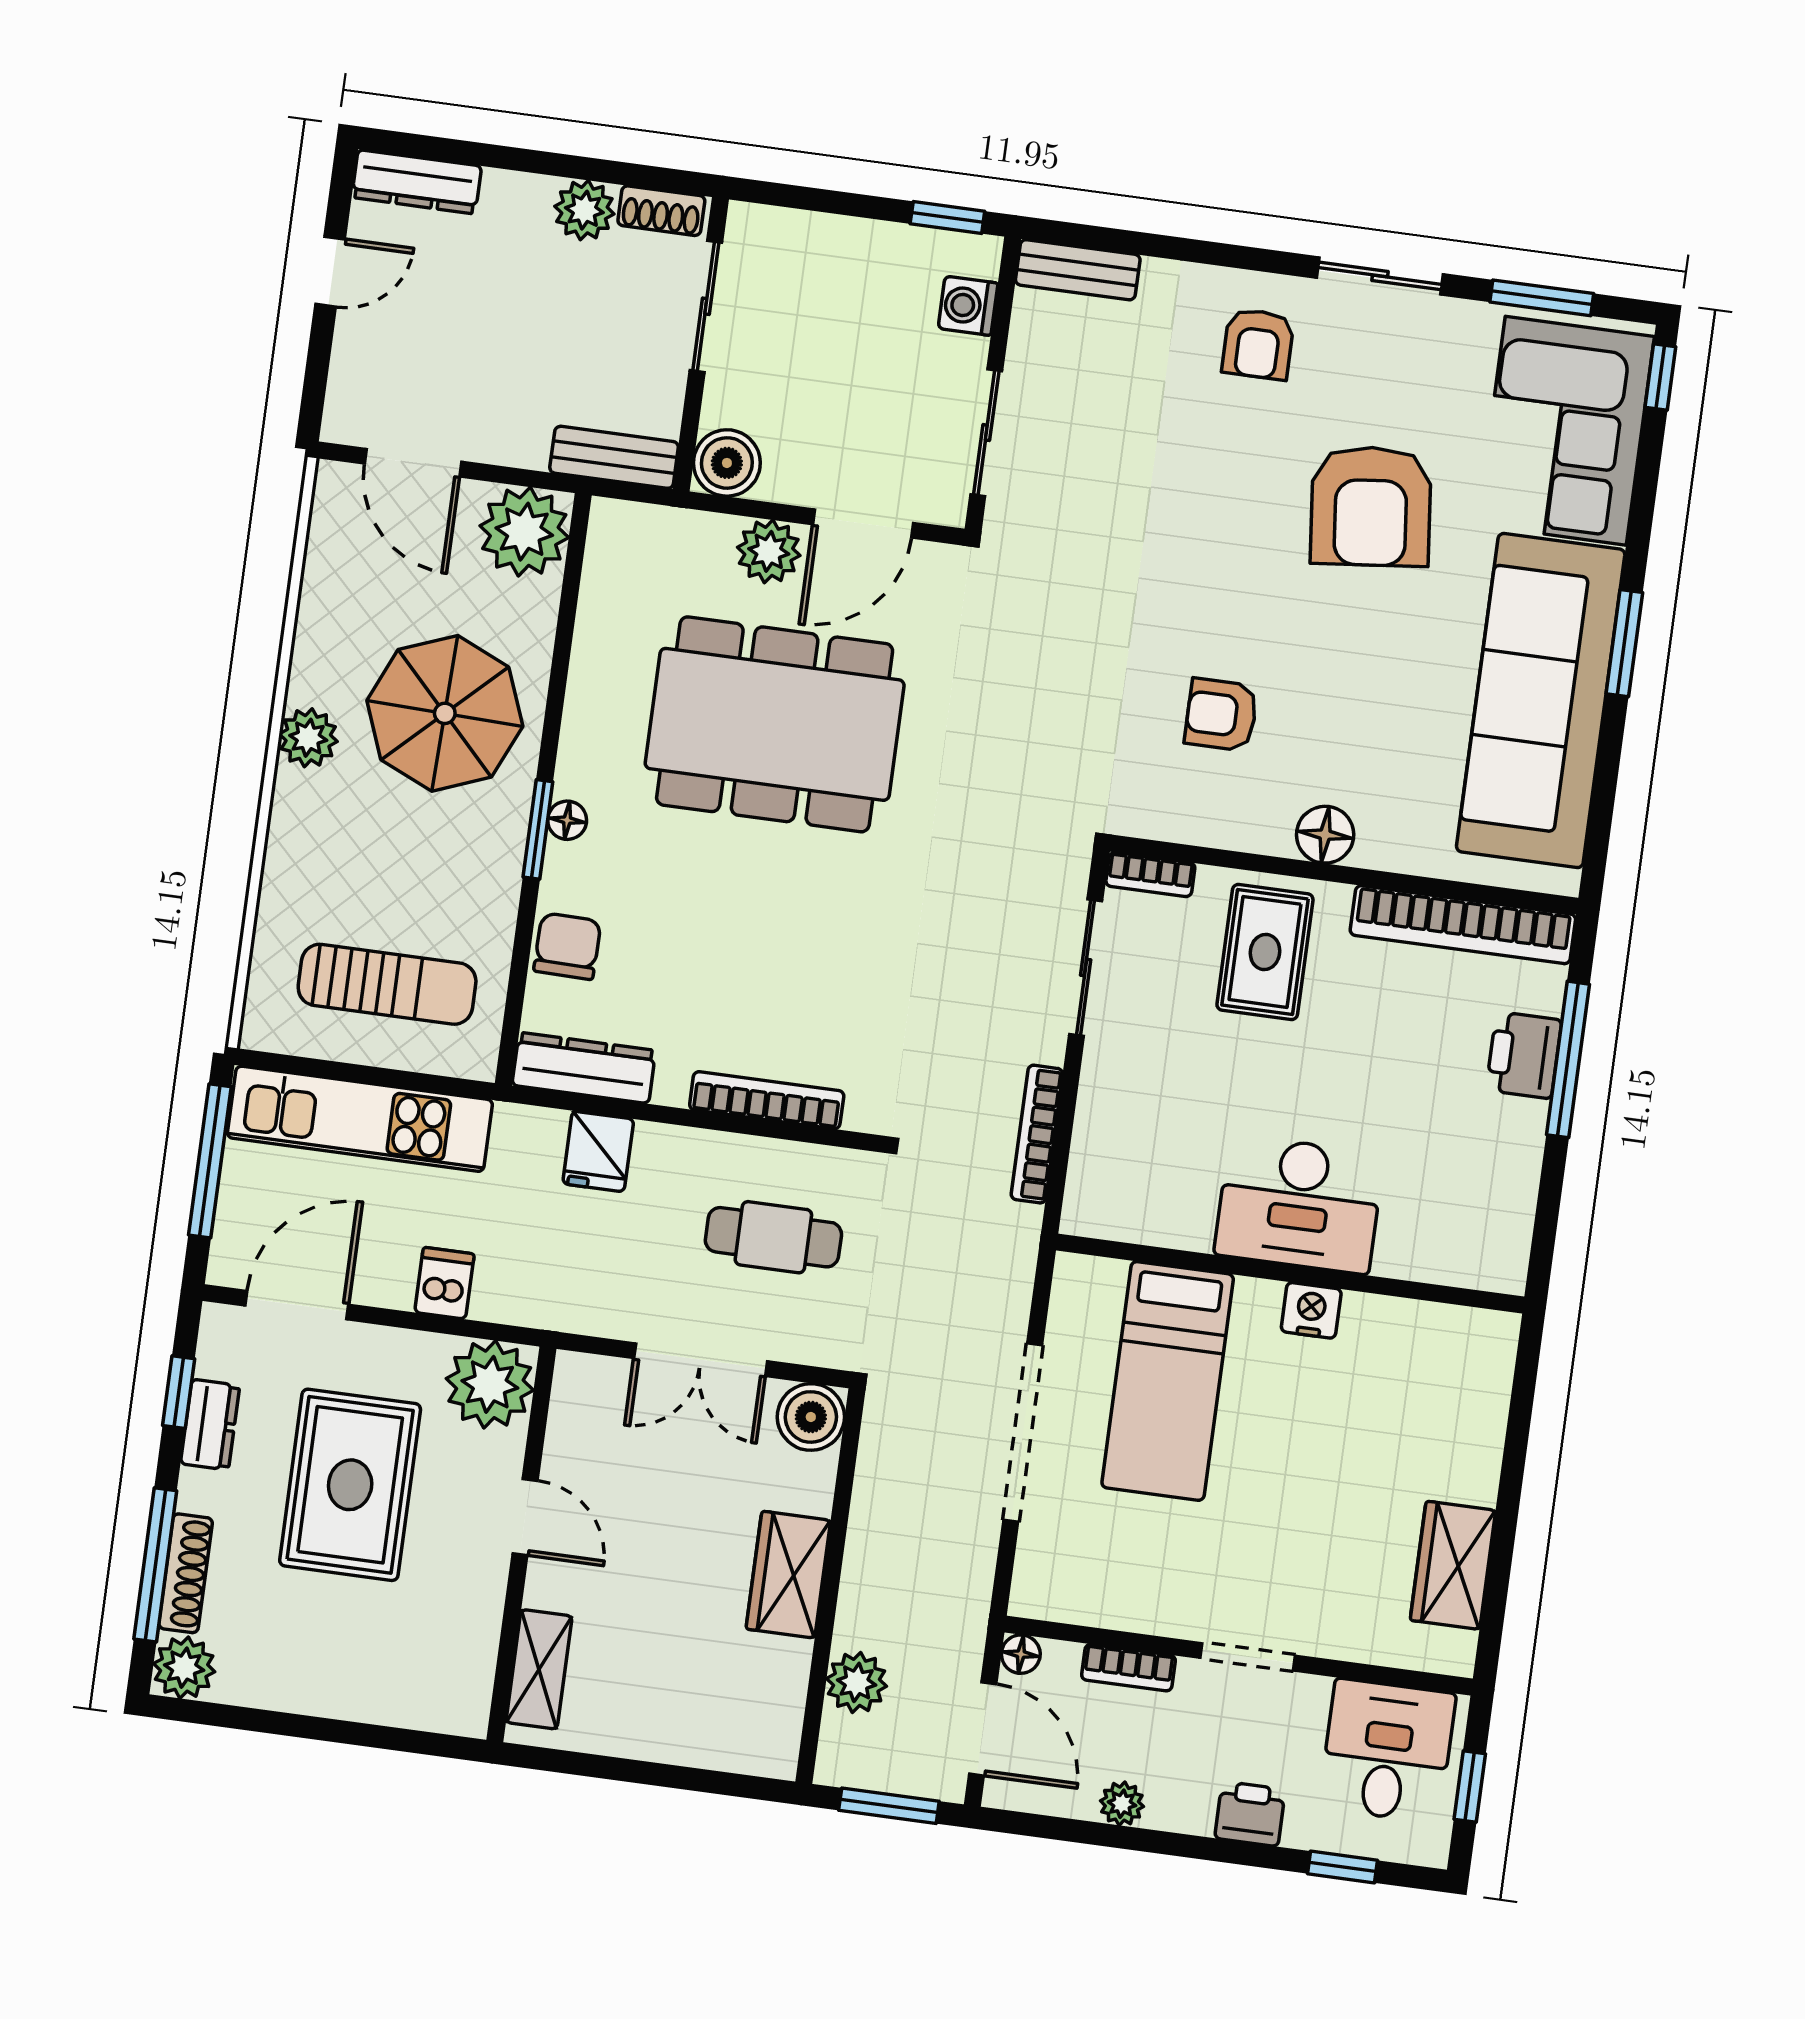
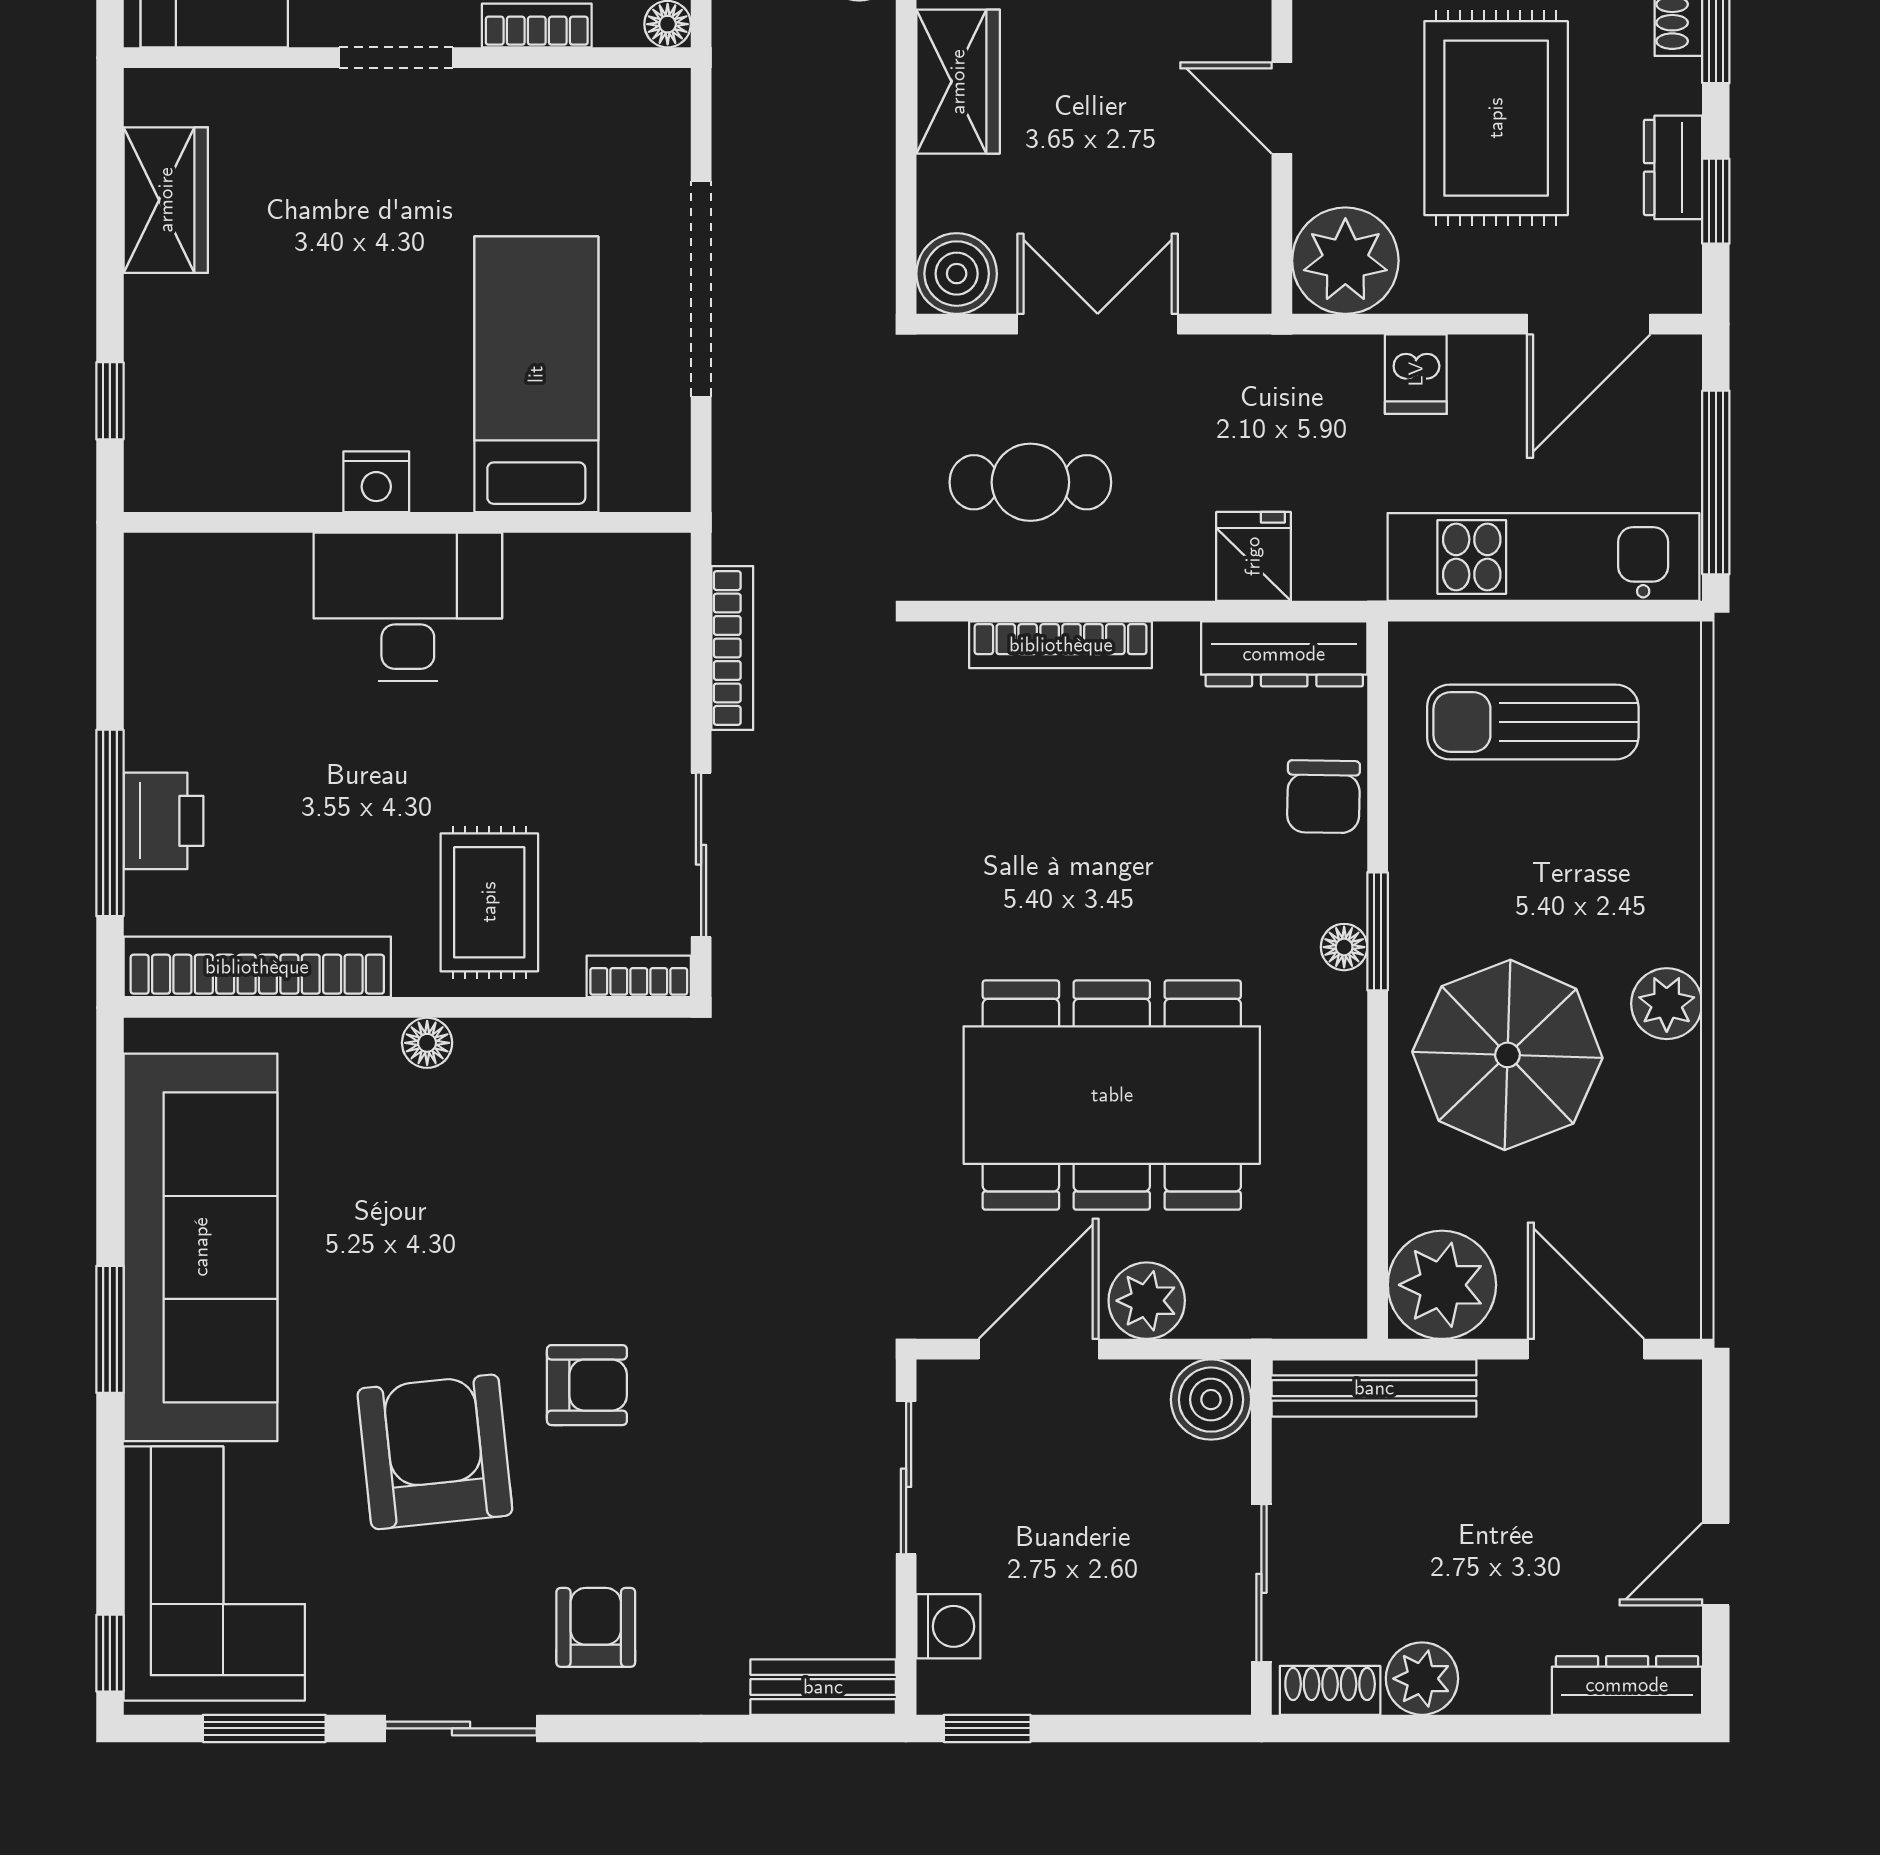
bench: (614, 457) -> (1374, 1388), width x1.36
armchair: (1221, 715) -> (587, 1385), moved
floor lamp: (1325, 835) -> (427, 1043), width x0.73, depth x0.73
window: (1521, 1406) -> (110, 401), added

